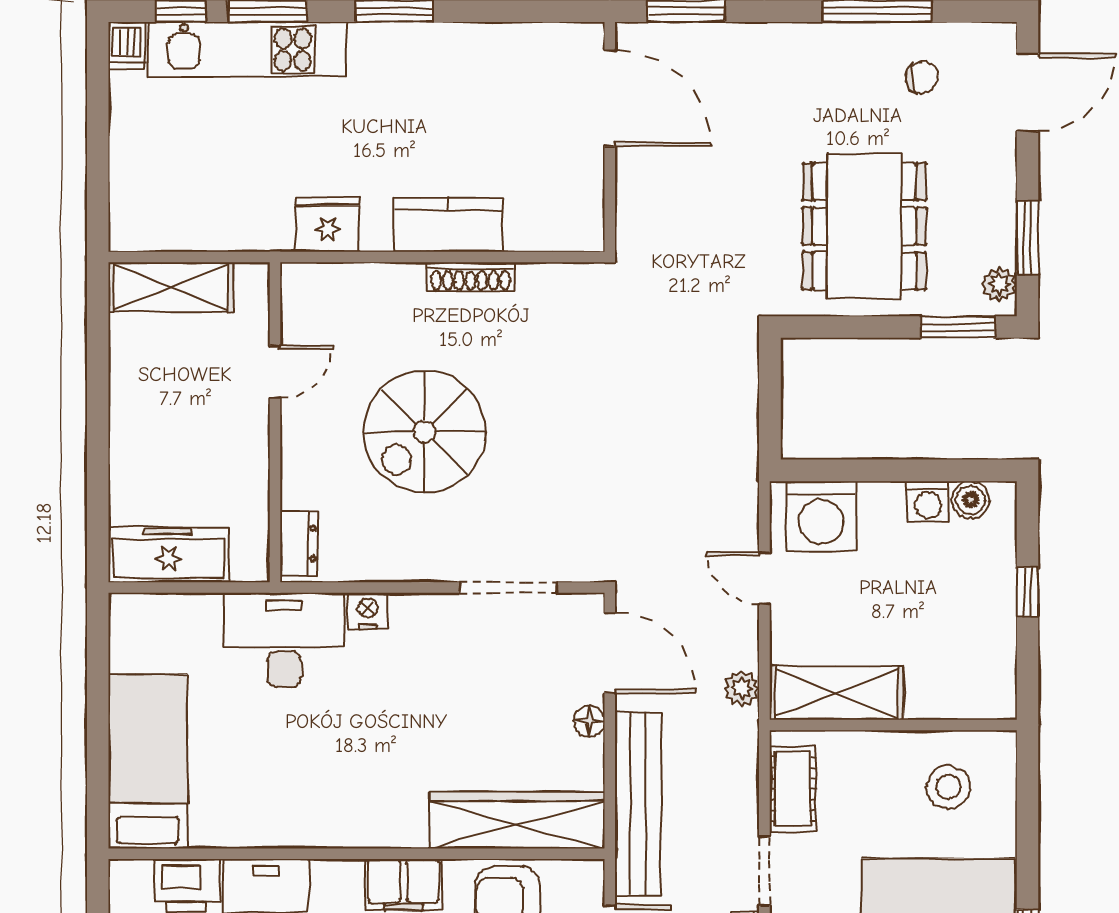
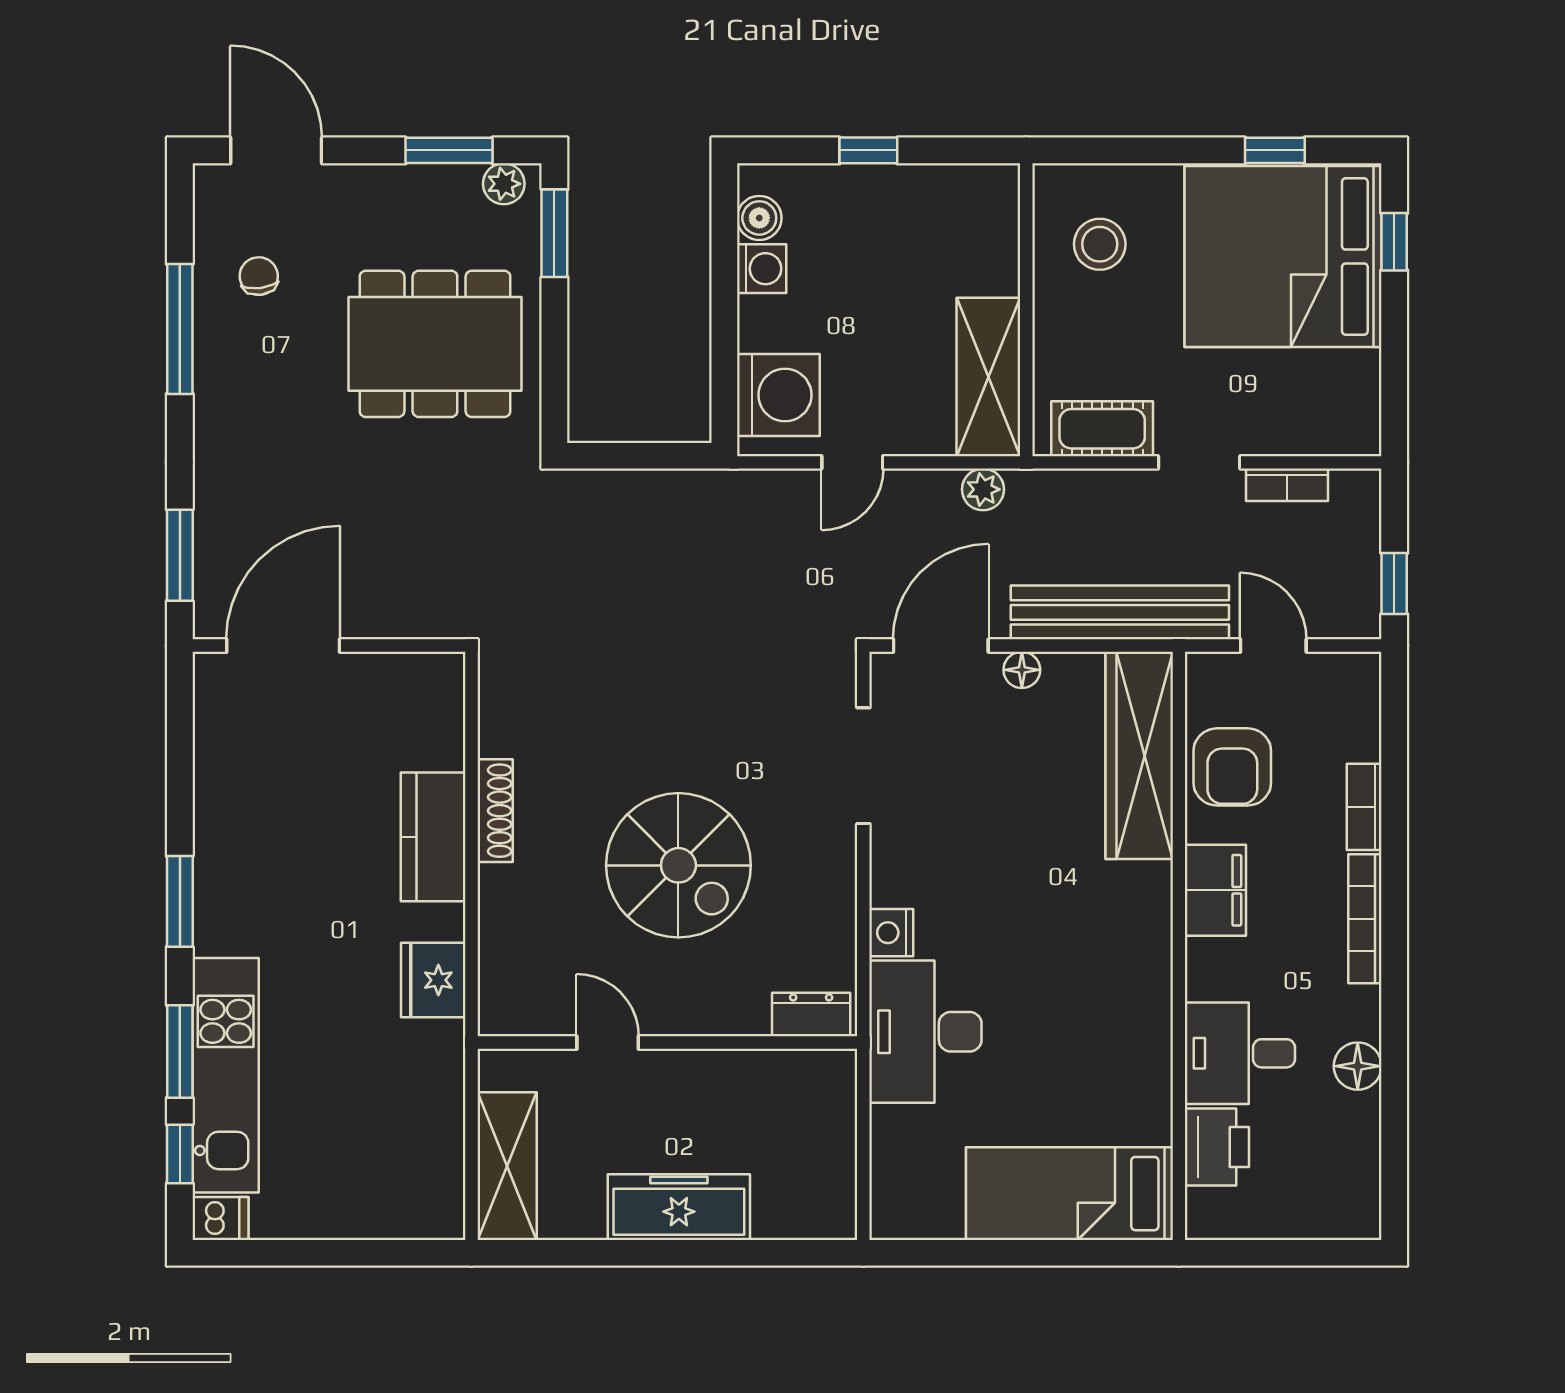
freezer: (168, 555) -> (679, 1207), moved, turned 90

